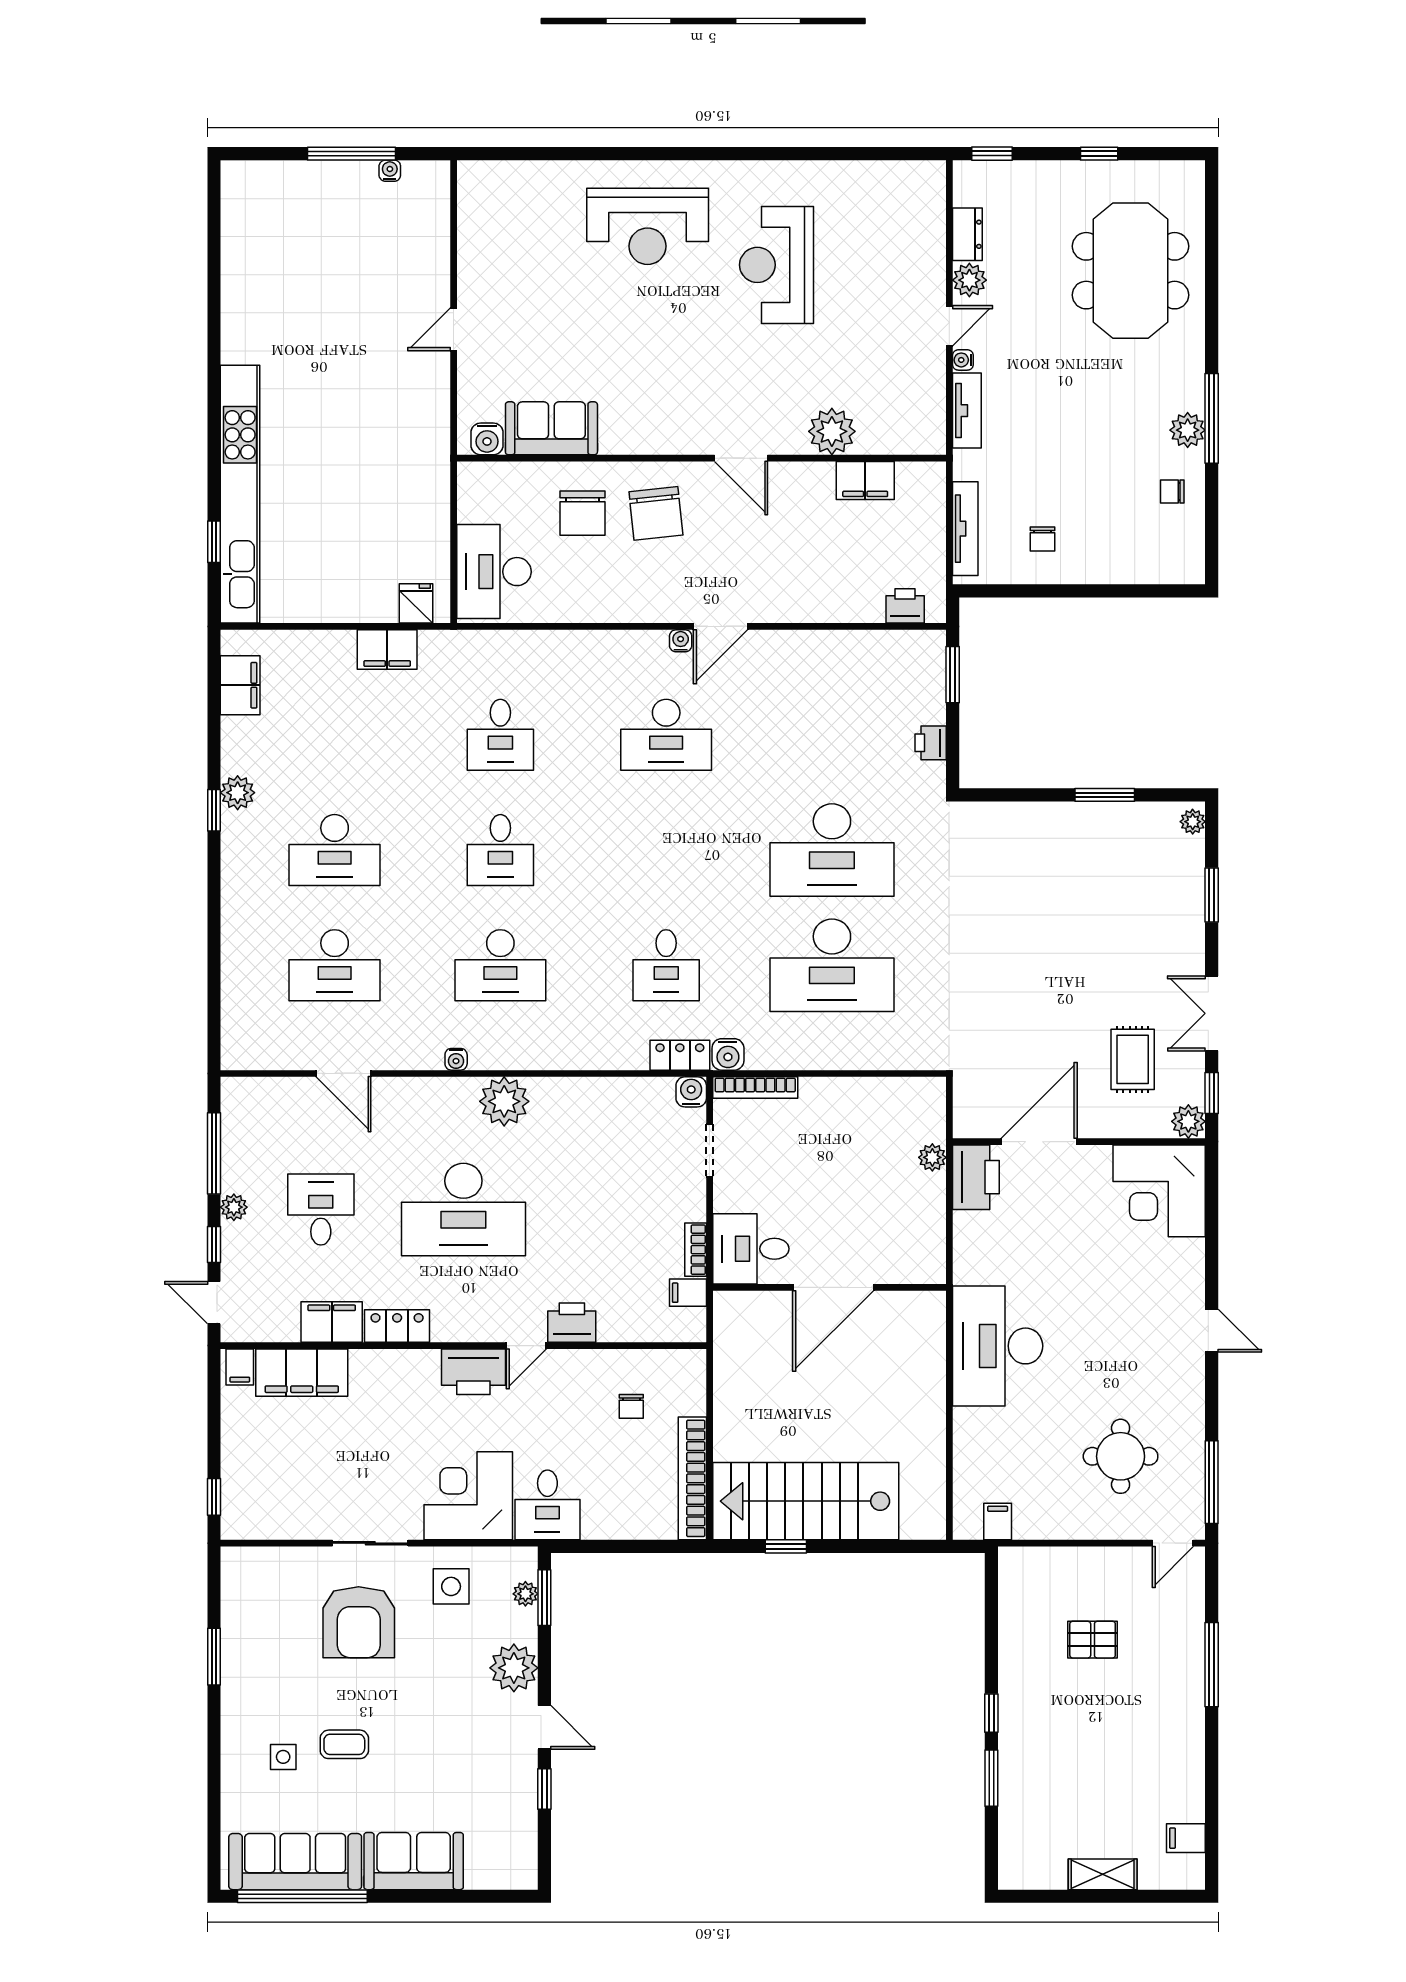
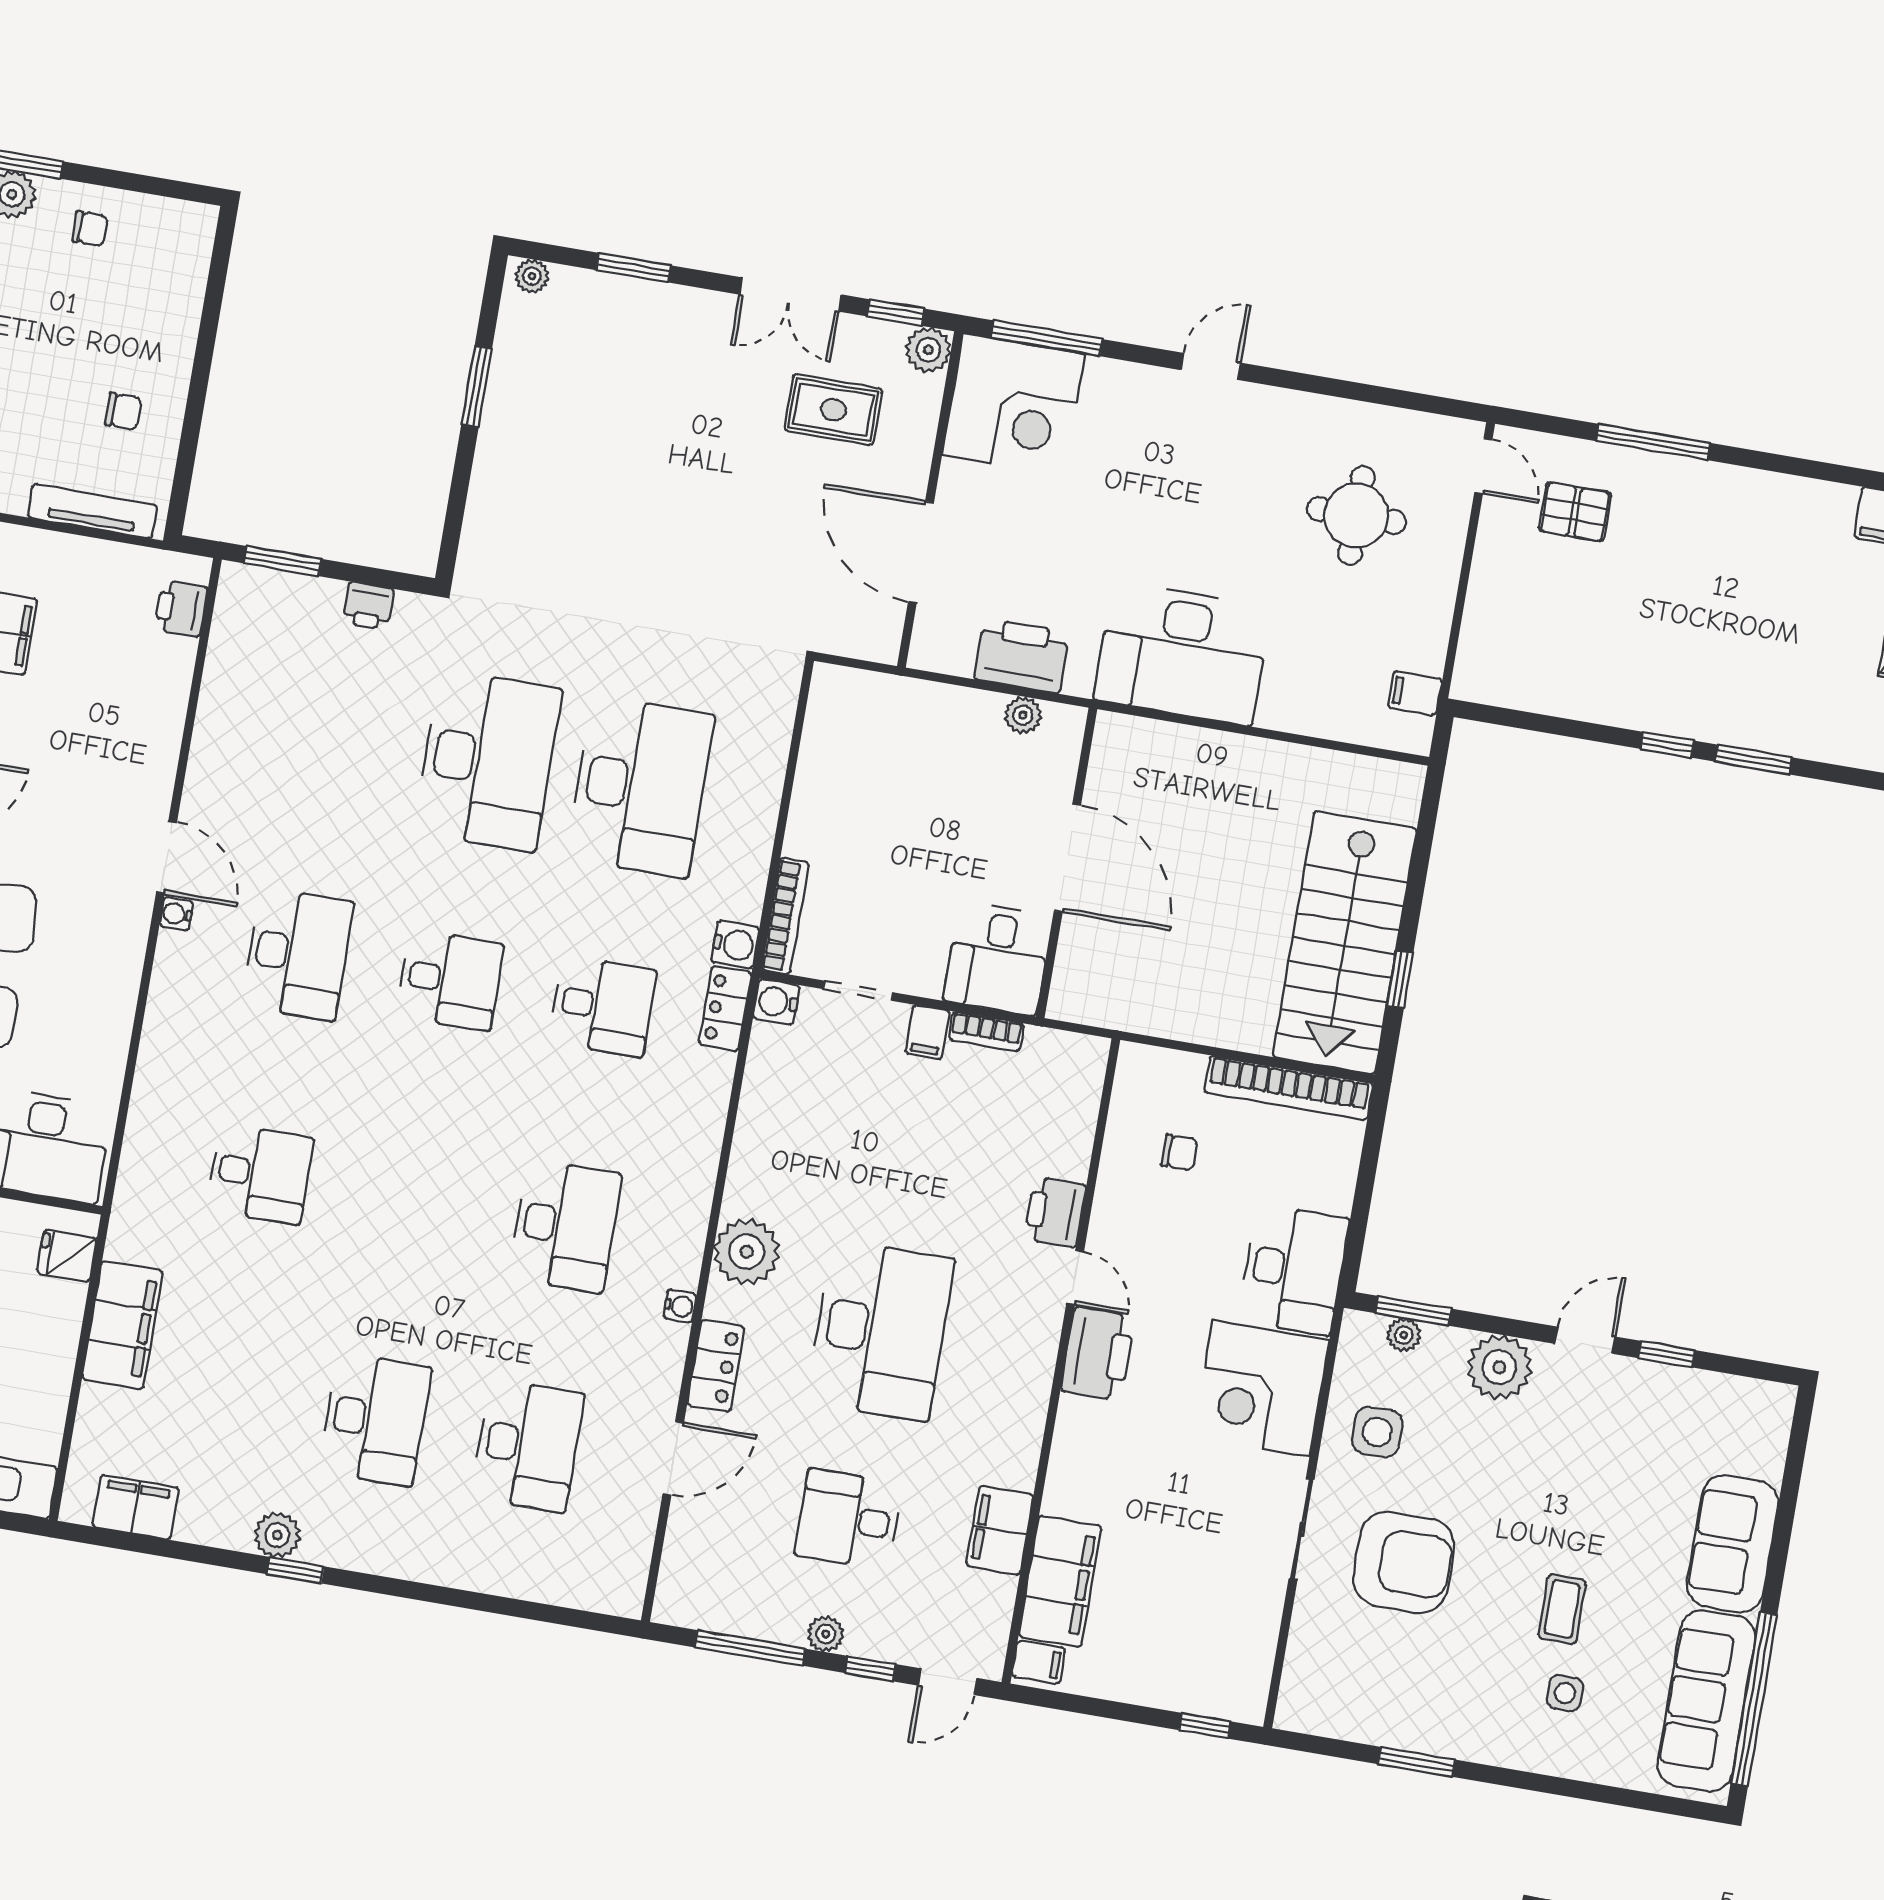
chair: (1172, 492) -> (90, 229), turned -90
filing cabinet: (387, 650) -> (123, 1325), width x1.50, depth x1.17
desk: (500, 850) -> (450, 980), moved
plant: (932, 1157) -> (1023, 715), moved
printer: (976, 1177) -> (1022, 656), moved
filing cabinet: (688, 1293) -> (927, 1032), moved
locker: (397, 1326) -> (716, 1366), moved, turned 180
window: (1212, 1482) -> (1046, 338), moved
desk: (547, 1505) -> (1294, 1270), width x1.37
pallet: (1093, 1640) -> (1575, 512), moved, turned 90

